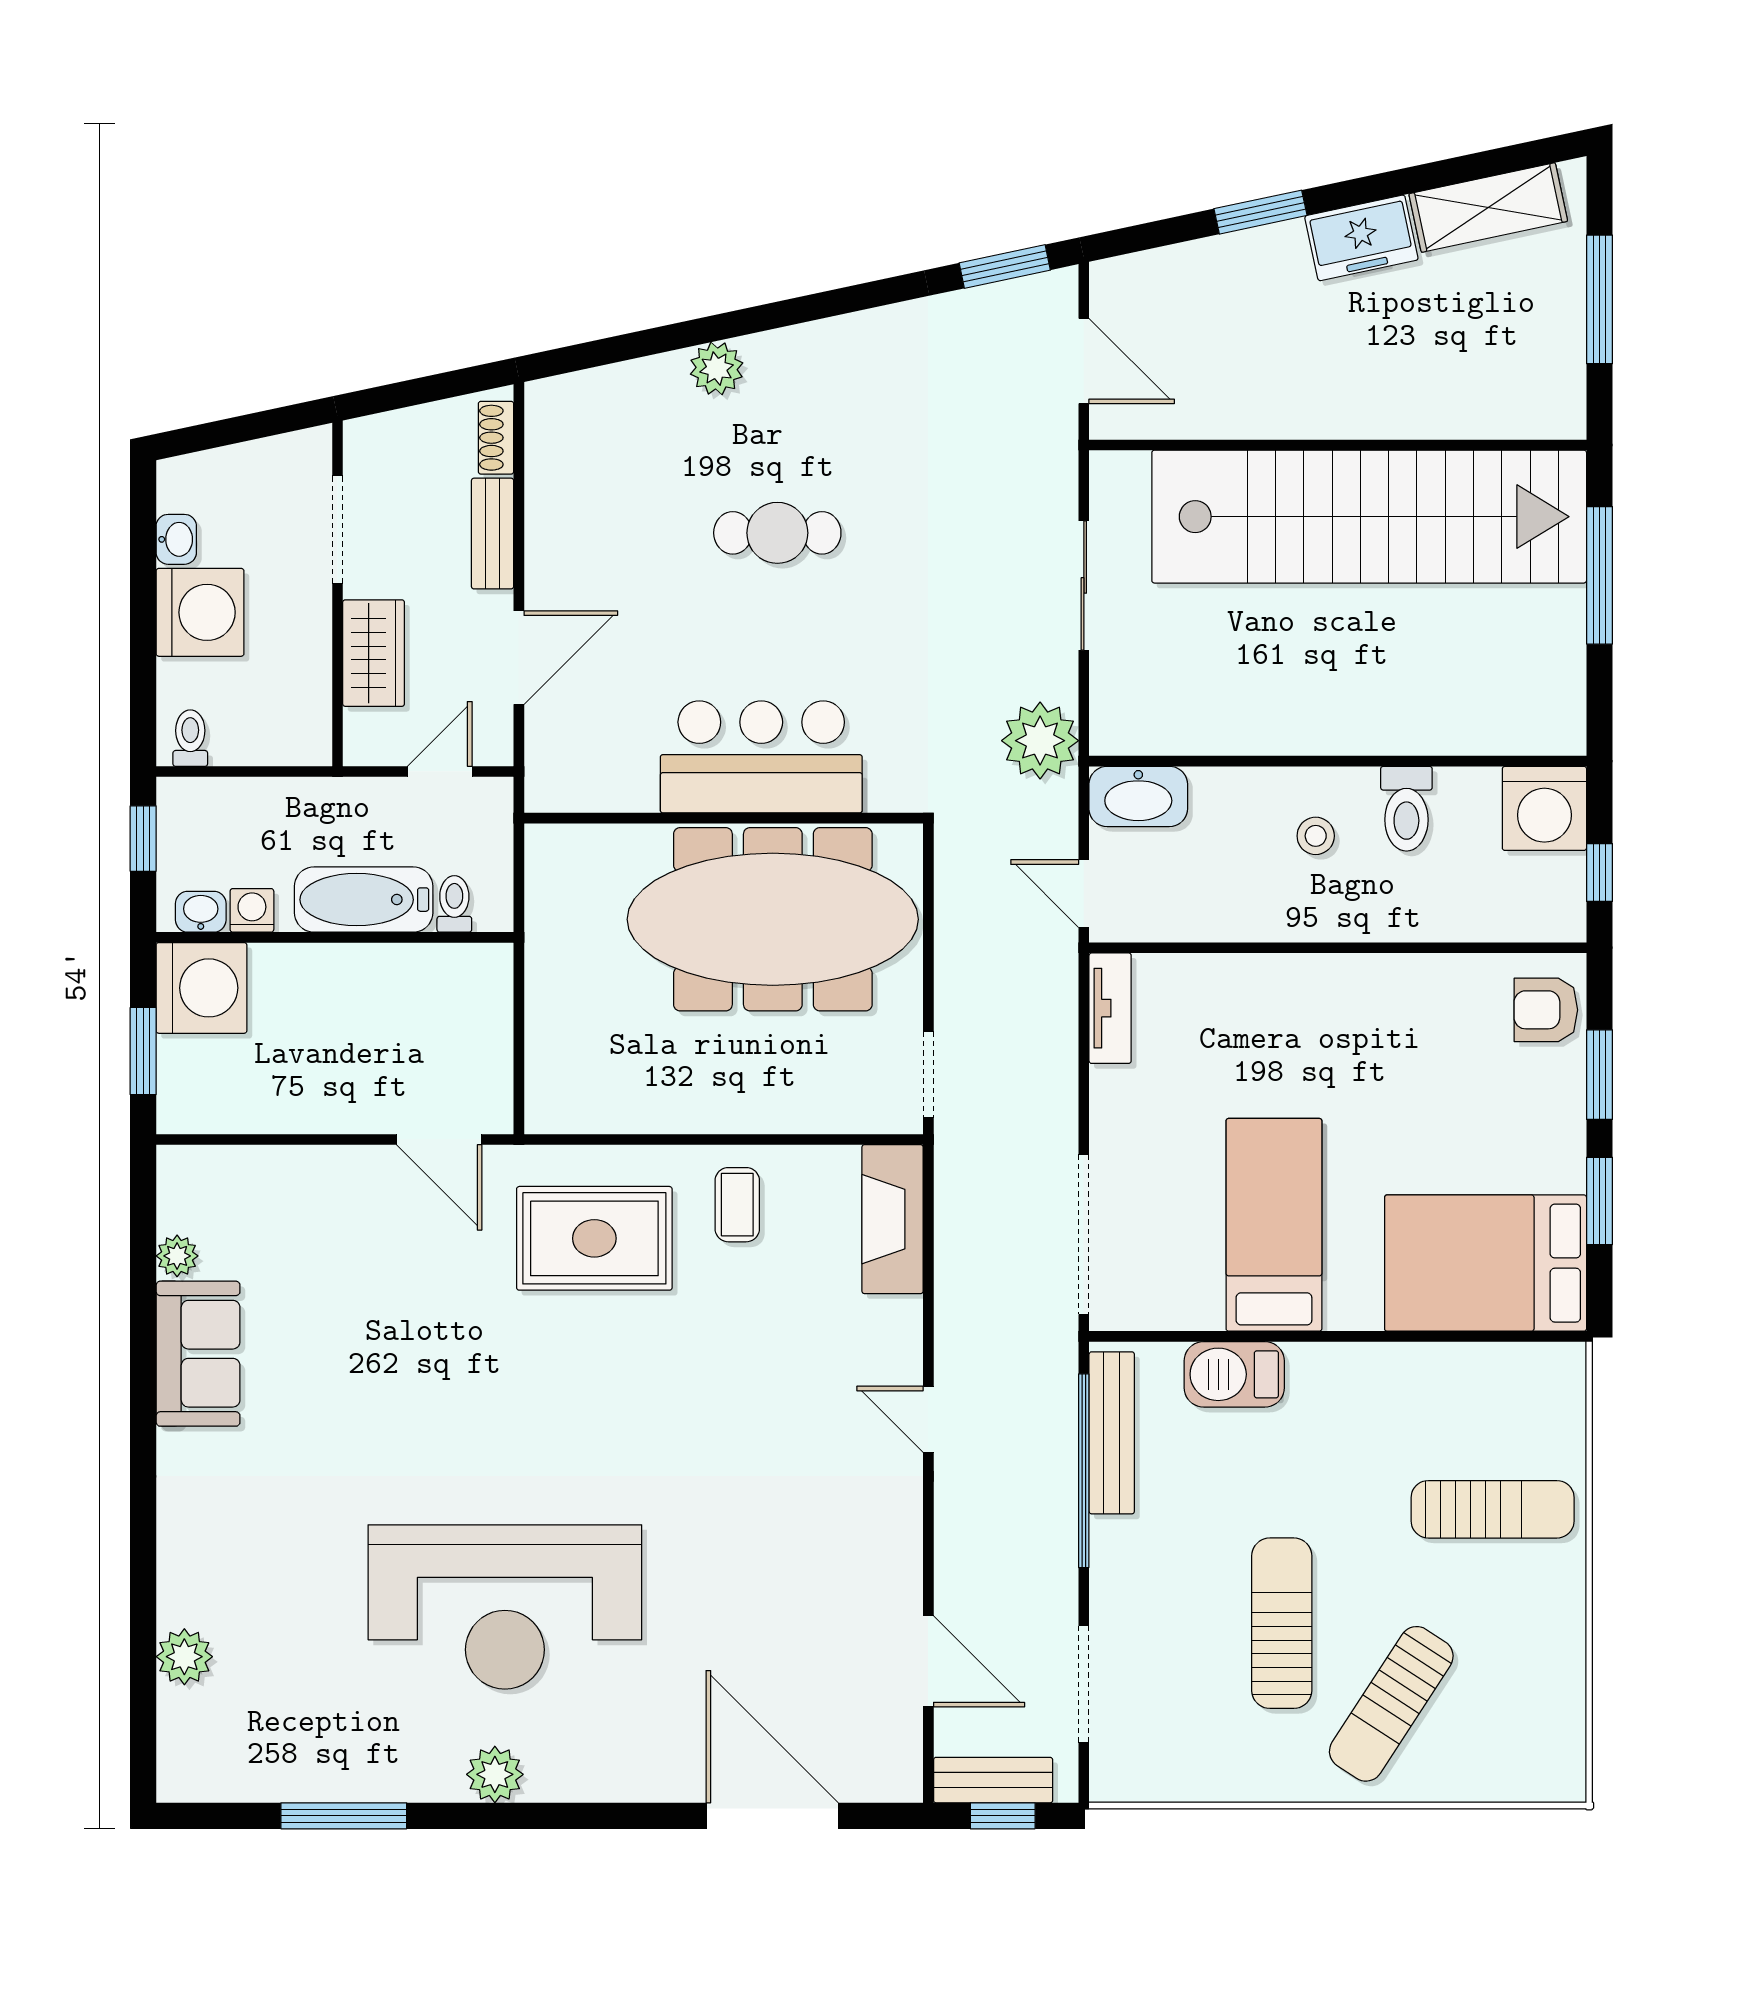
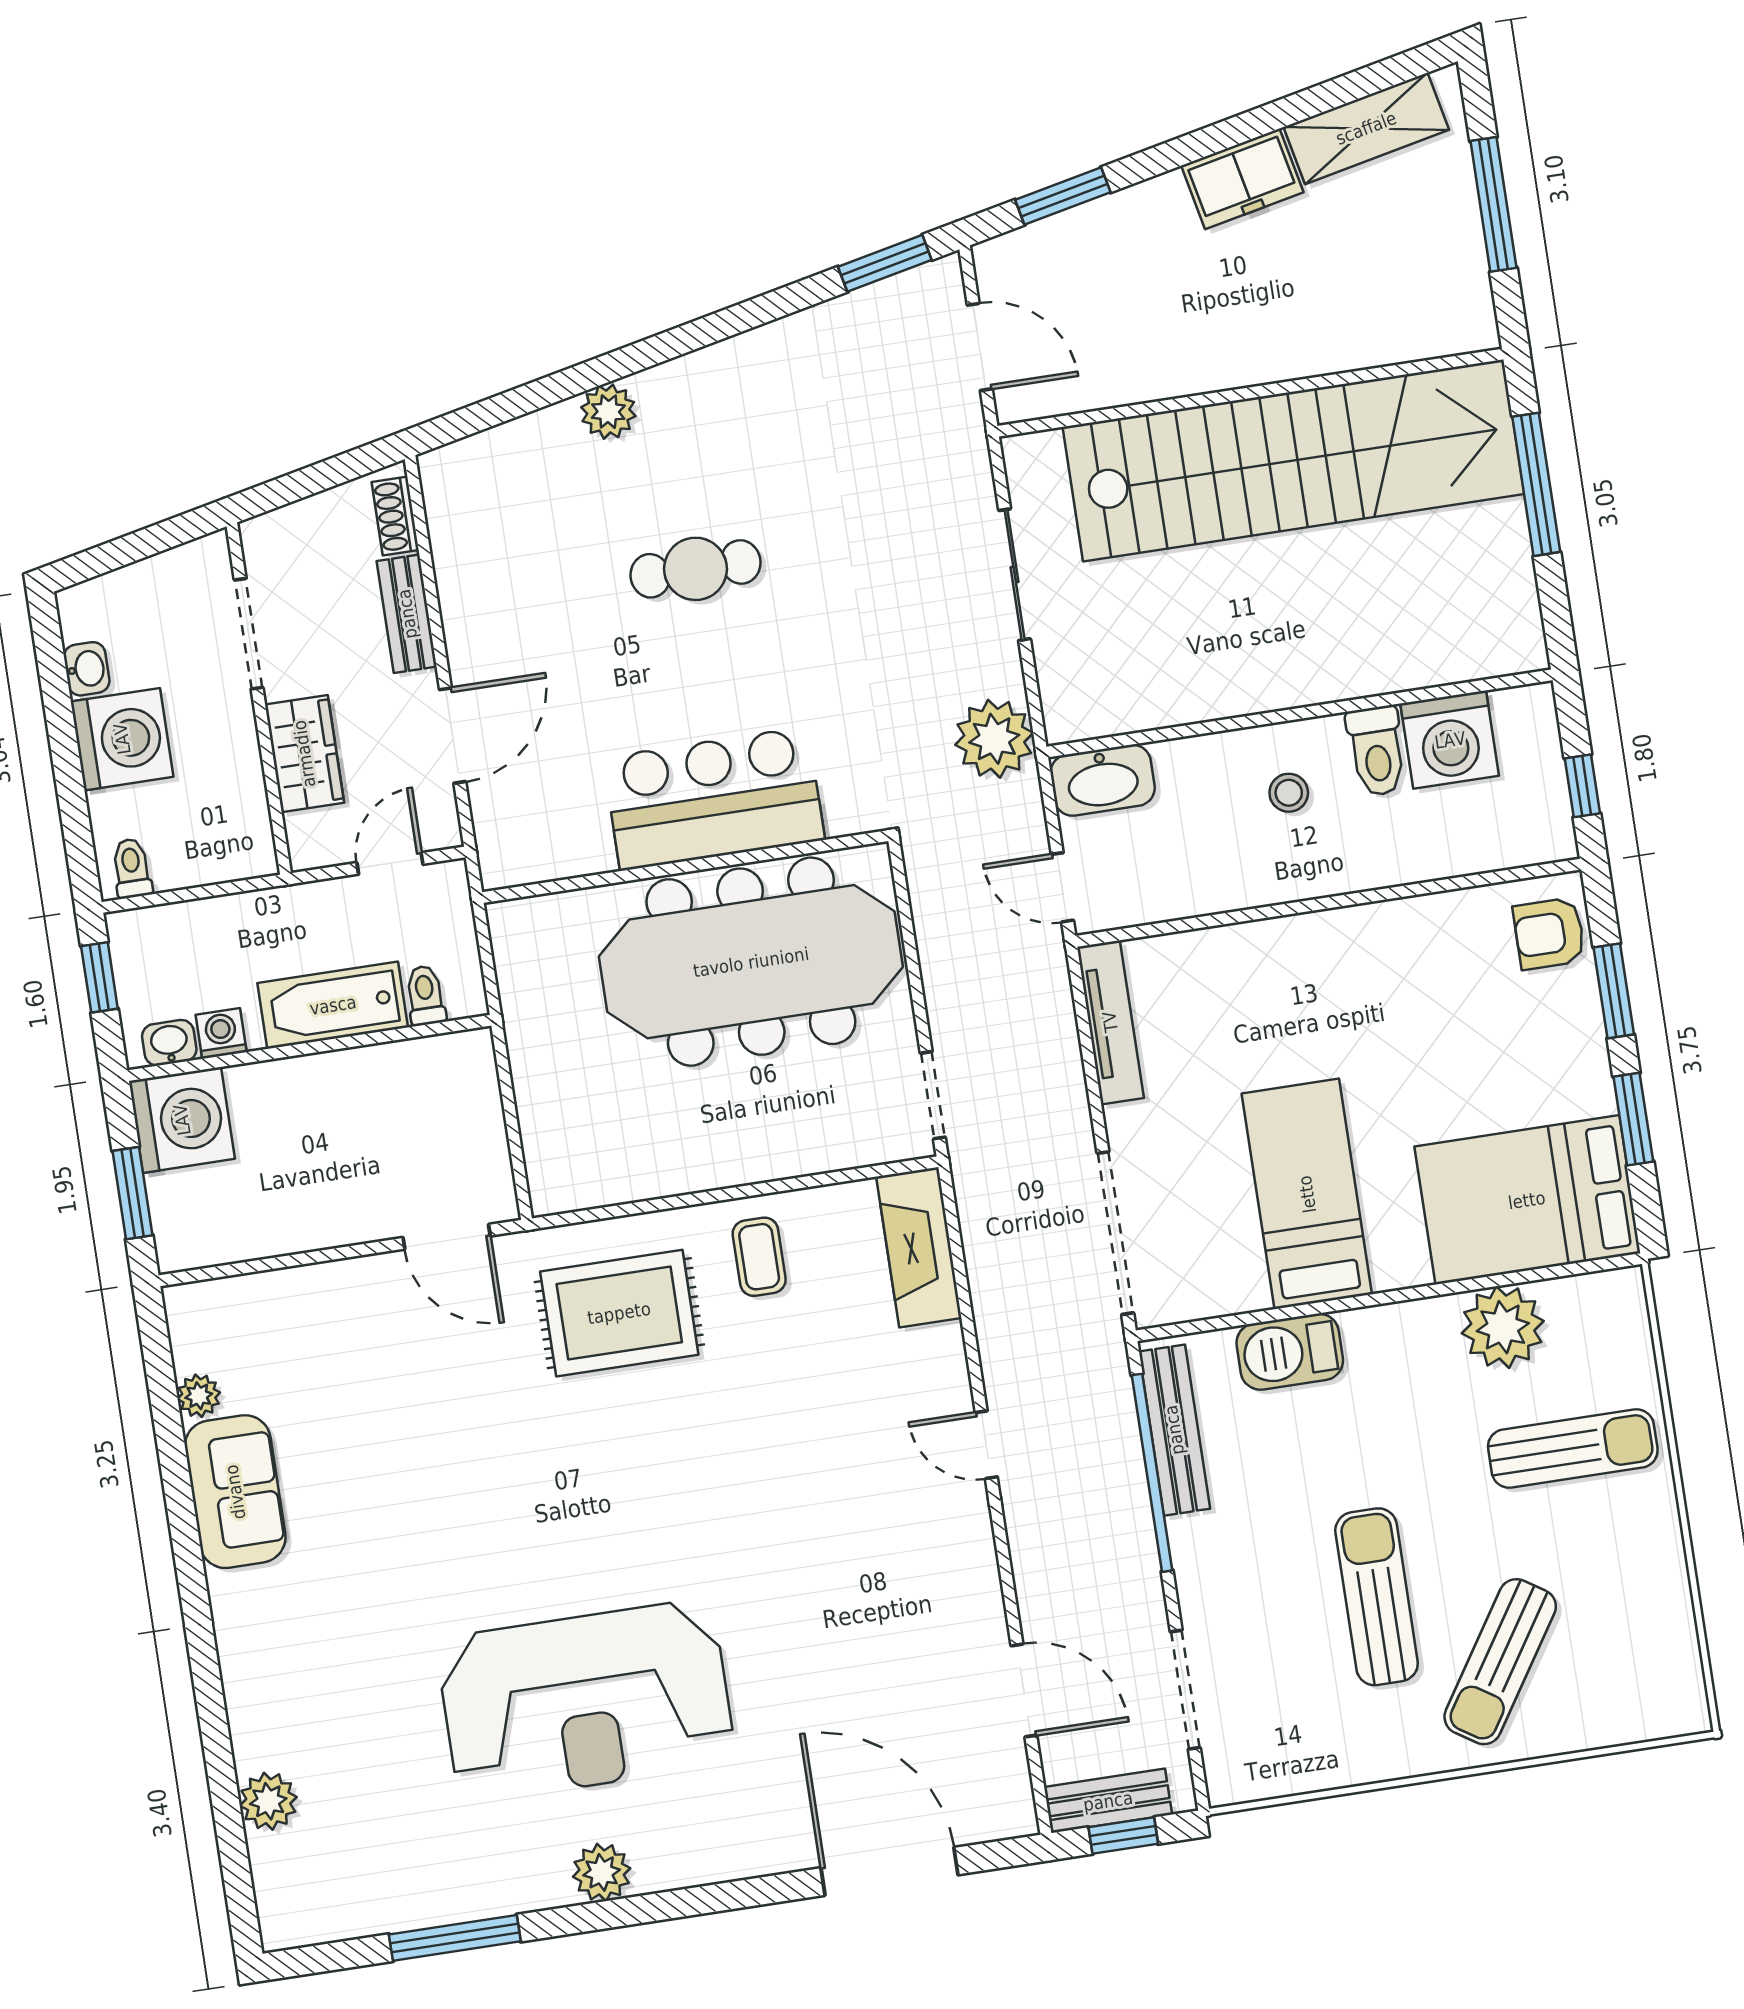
window: (1260, 212) -> (1063, 196), moved
washing machine: (1544, 808) -> (1450, 740), moved
tv unit: (1110, 1008) -> (1110, 1022), width x1.41
plant: (1443, 1382) -> (1503, 1327), added

